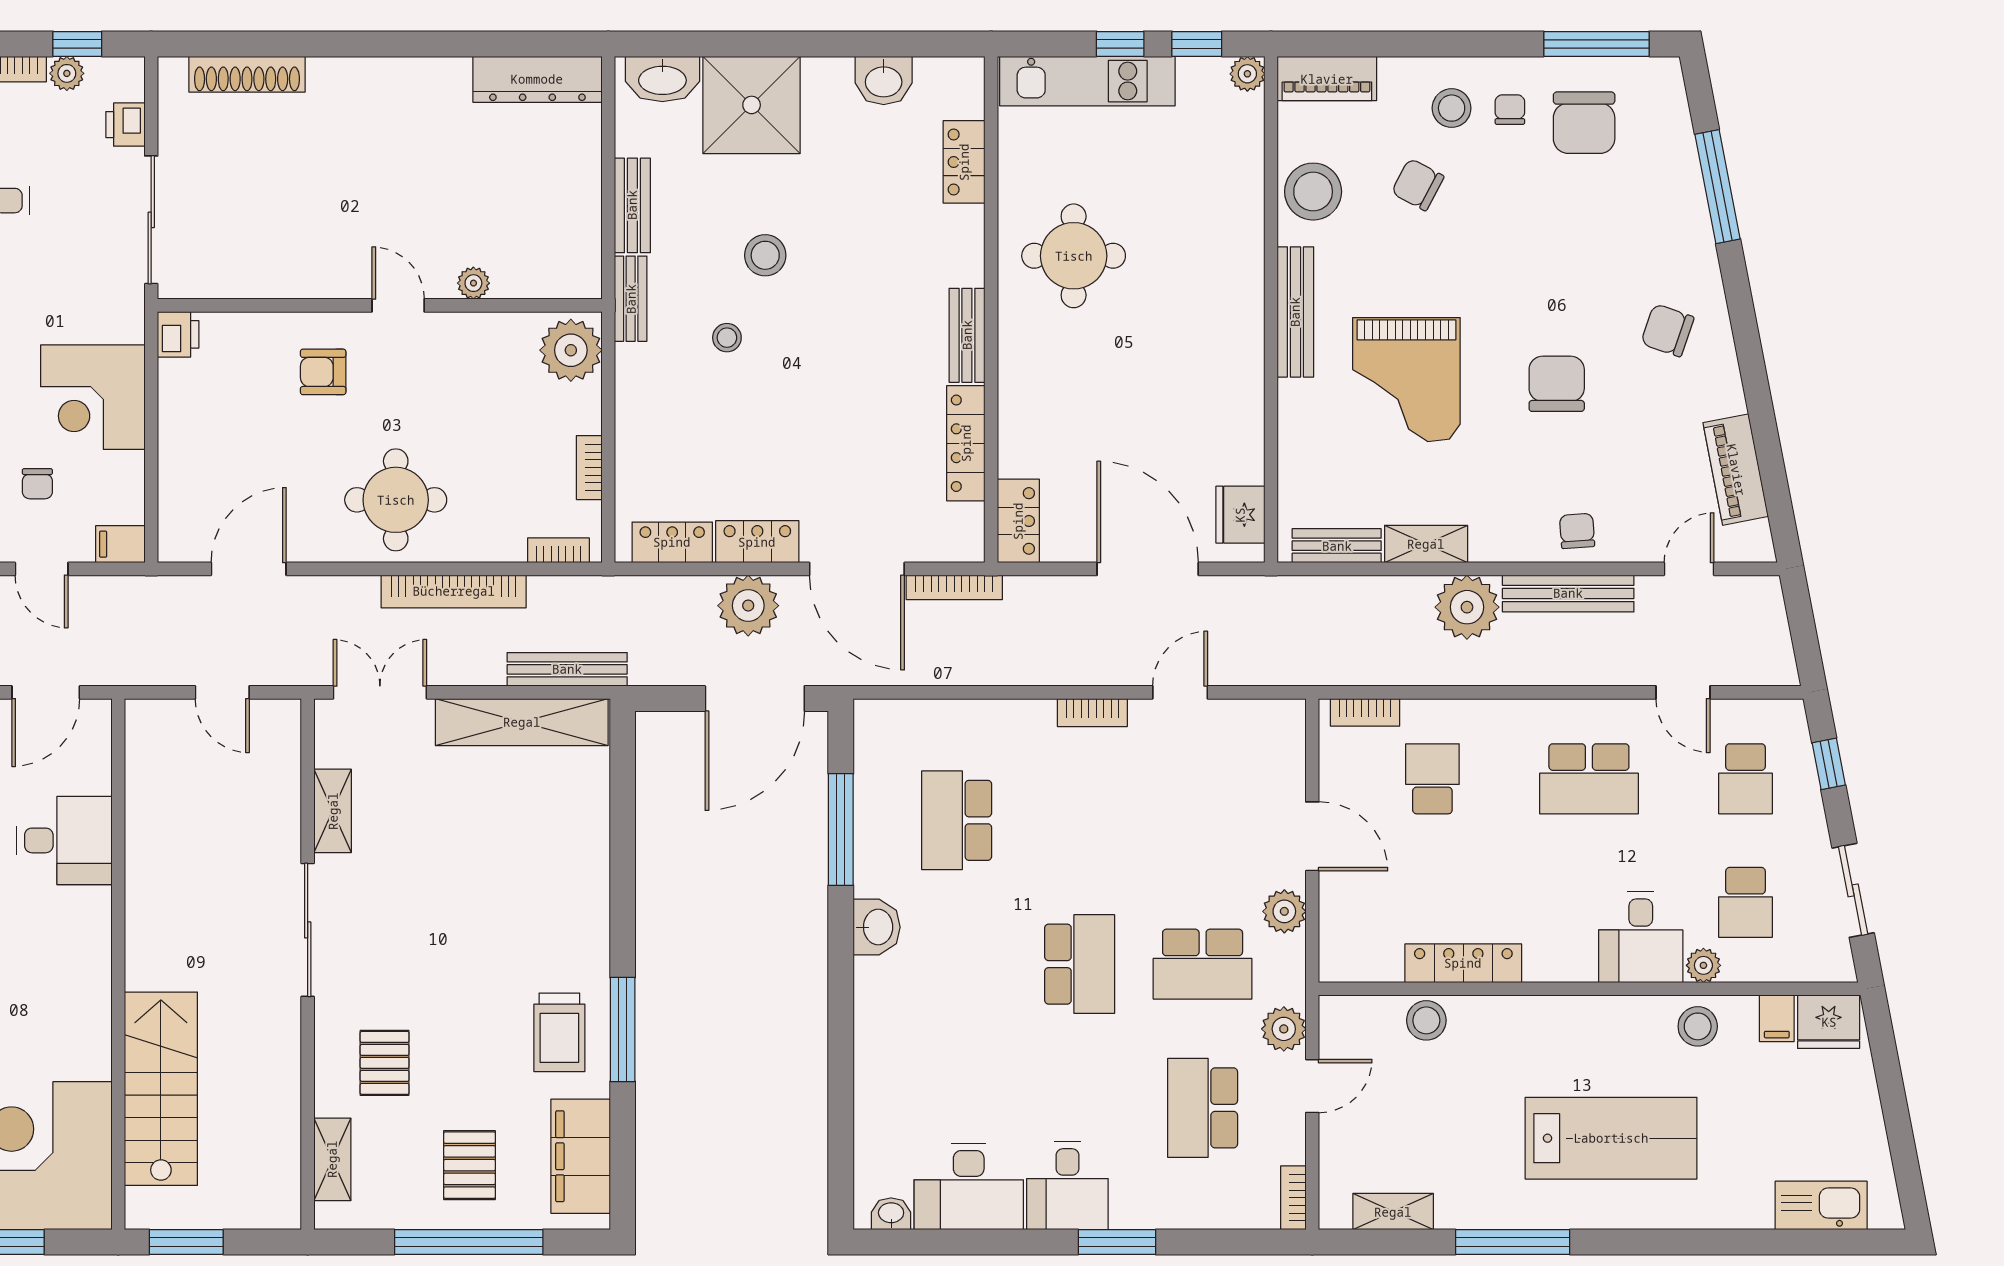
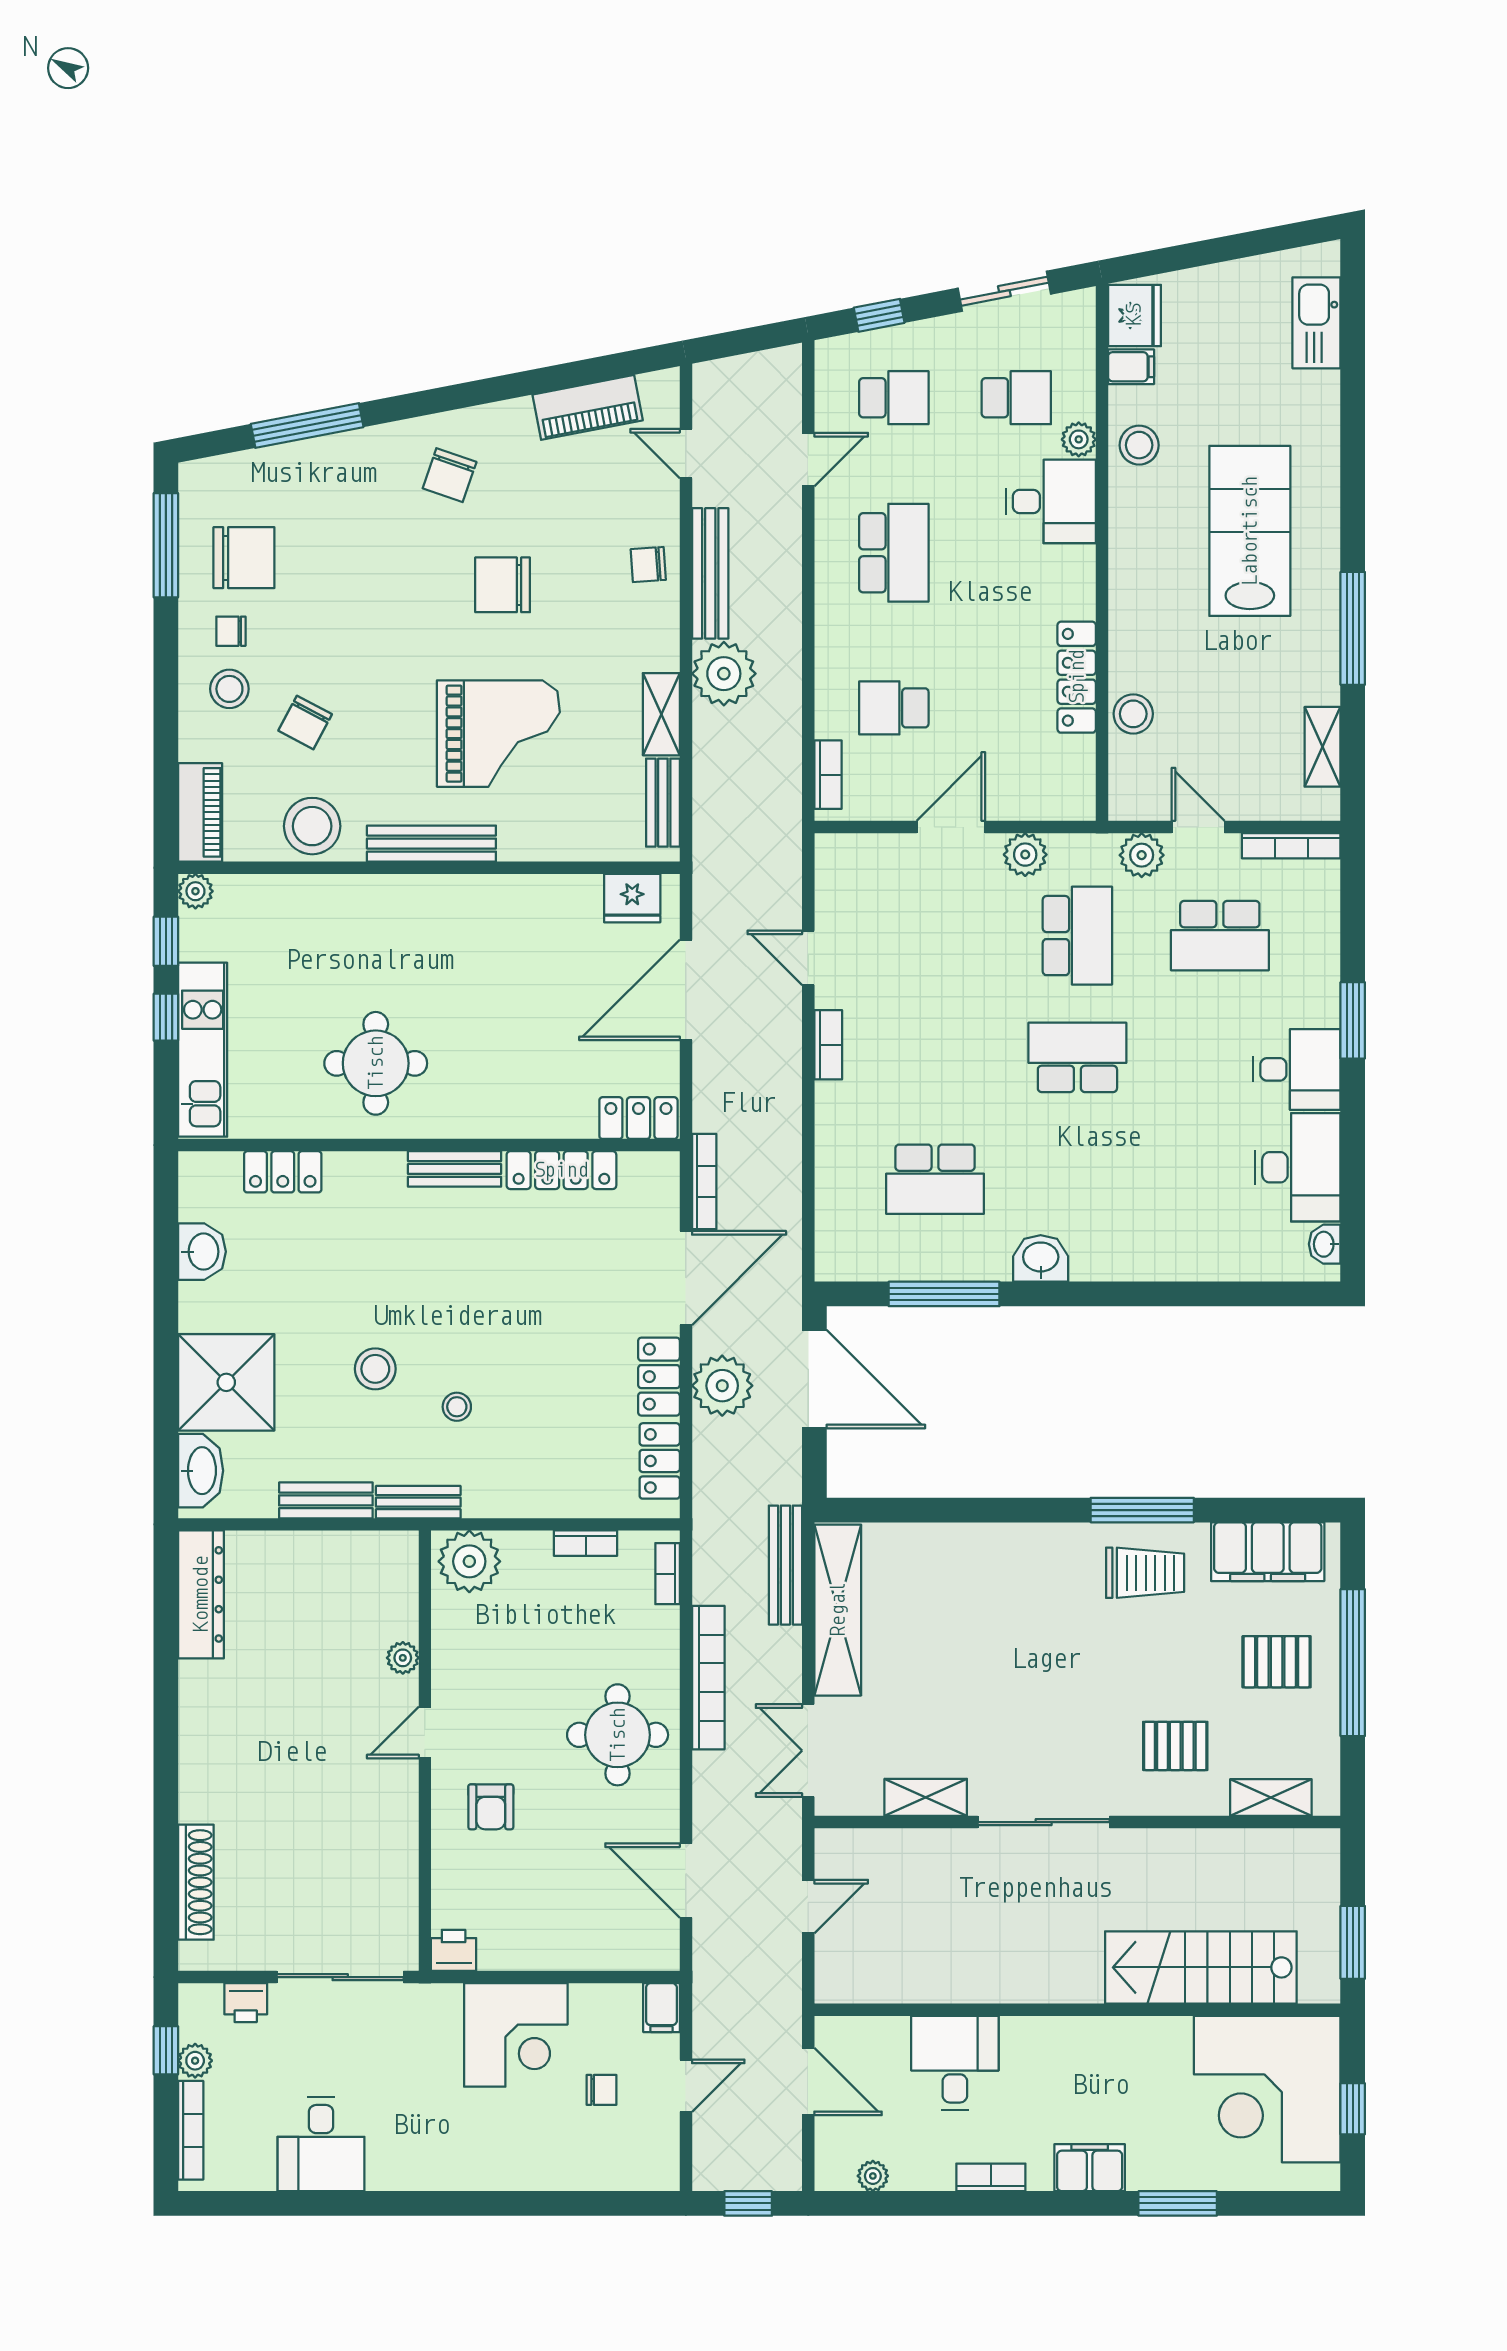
bookcase: (1293, 1198) -> (1291, 846), width x1.56

